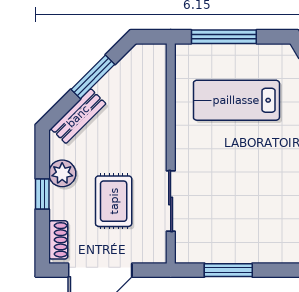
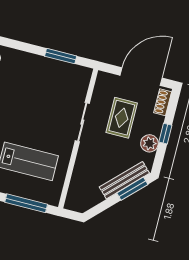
window: (93, 77) -> (132, 189), moved
bench: (78, 116) -> (124, 180), width x1.36
sliding door: (171, 201) -> (82, 122), moved

